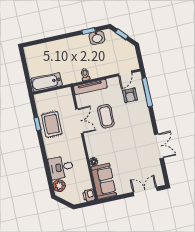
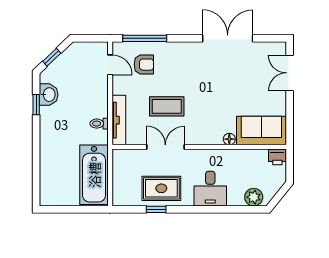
bathtub: (47, 82) -> (94, 175), width x1.36, depth x1.36
double door: (159, 146) -> (228, 38), width x1.37
desk: (61, 167) -> (210, 189), moved

